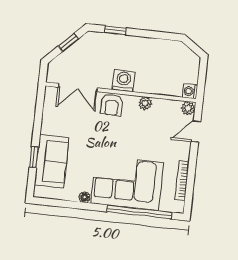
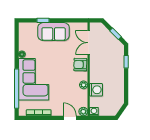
washing machine: (124, 81) -> (96, 90), moved
sofa: (52, 161) -> (54, 32), moved

